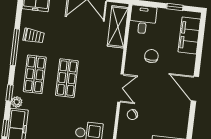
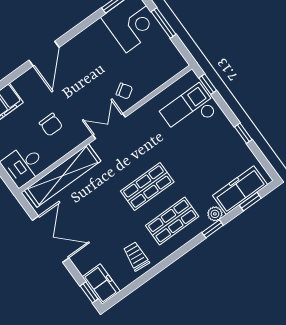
shelving: (118, 27) -> (63, 176), width x1.47
window: (15, 47) -> (164, 264), removed
chair: (151, 56) -> (51, 125), turned -90

